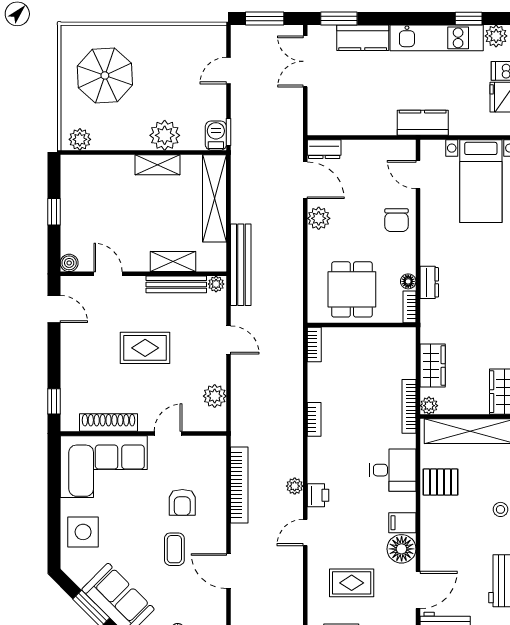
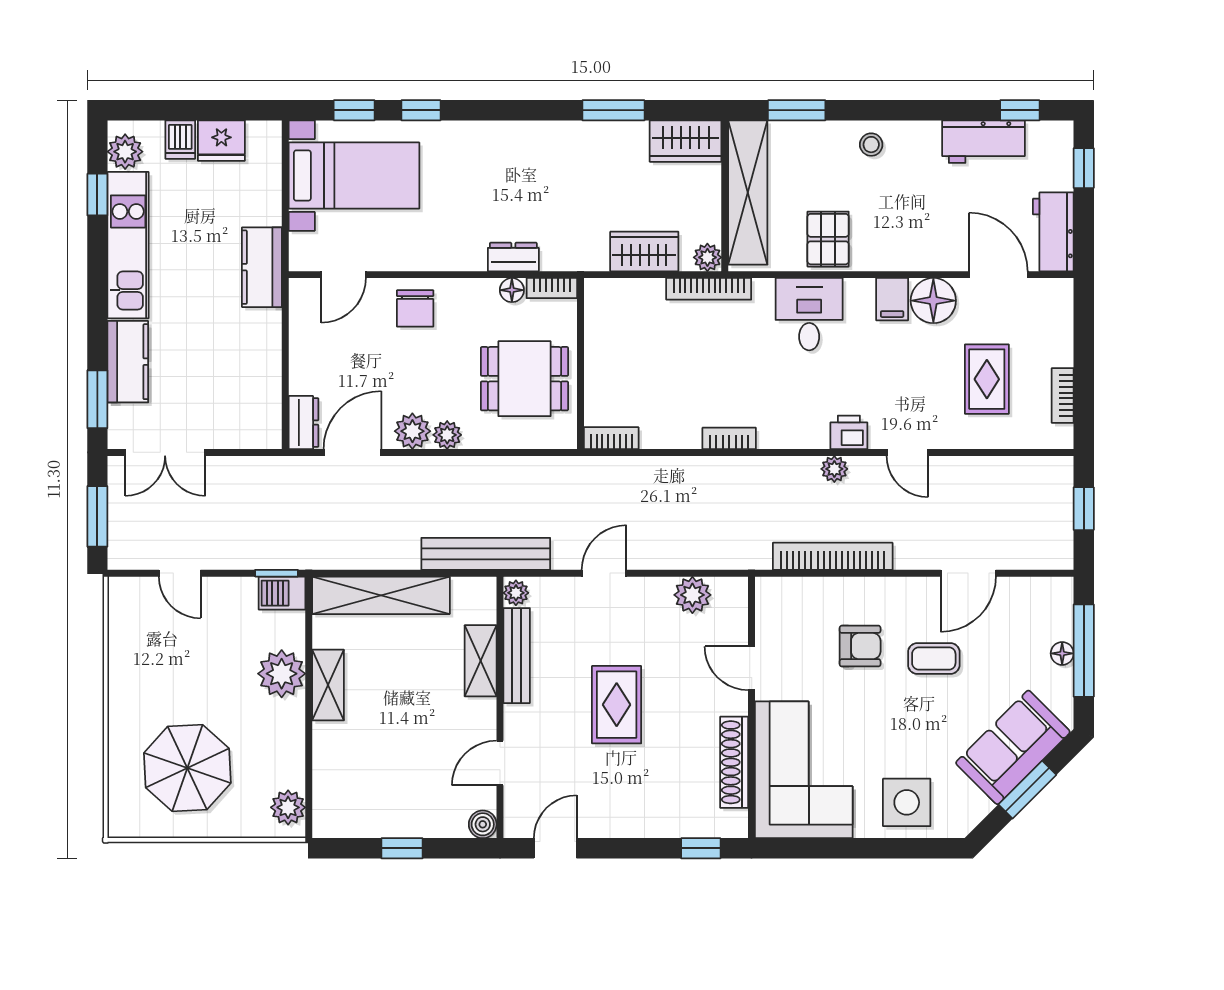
chair: (397, 220) -> (415, 308), turned 90
plant: (316, 240) -> (447, 435), added

